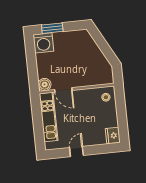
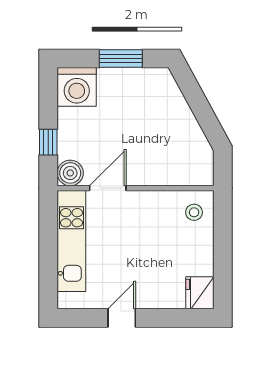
window: (52, 28) -> (121, 58), moved
window: (32, 71) -> (48, 142), added
door: (63, 90) -> (108, 188), swing flipped

